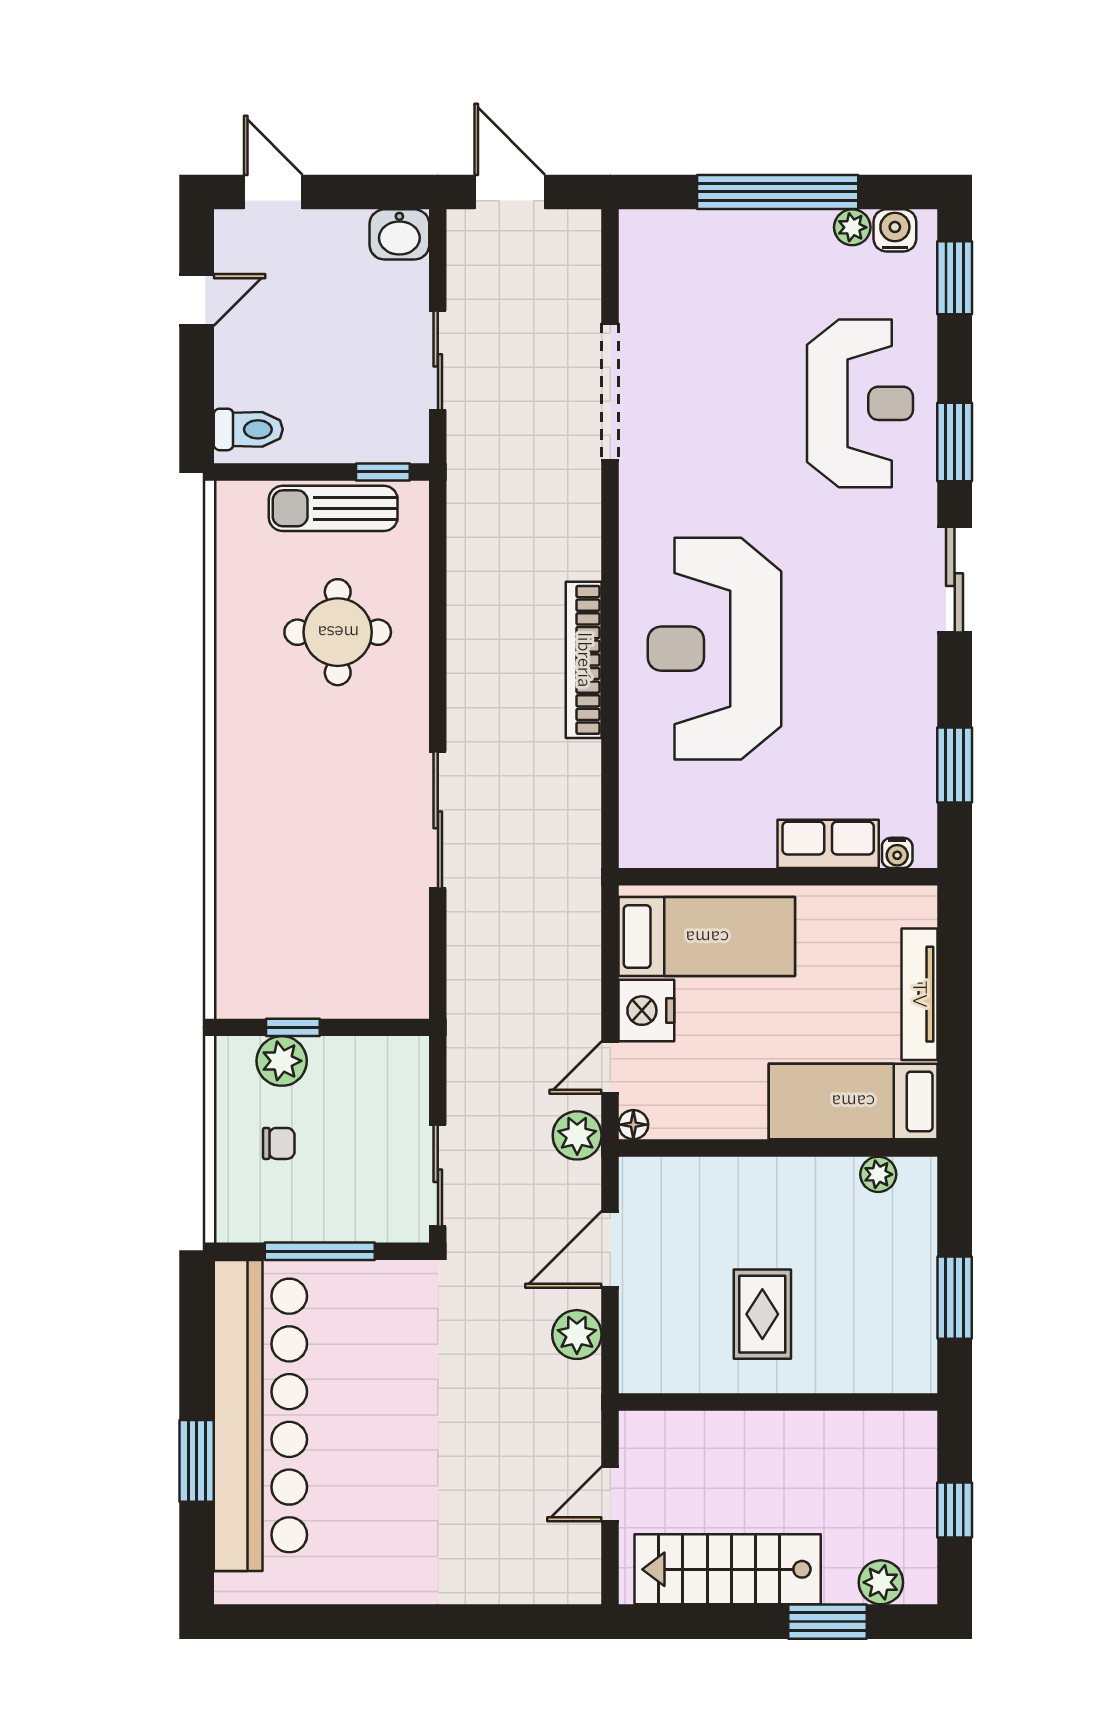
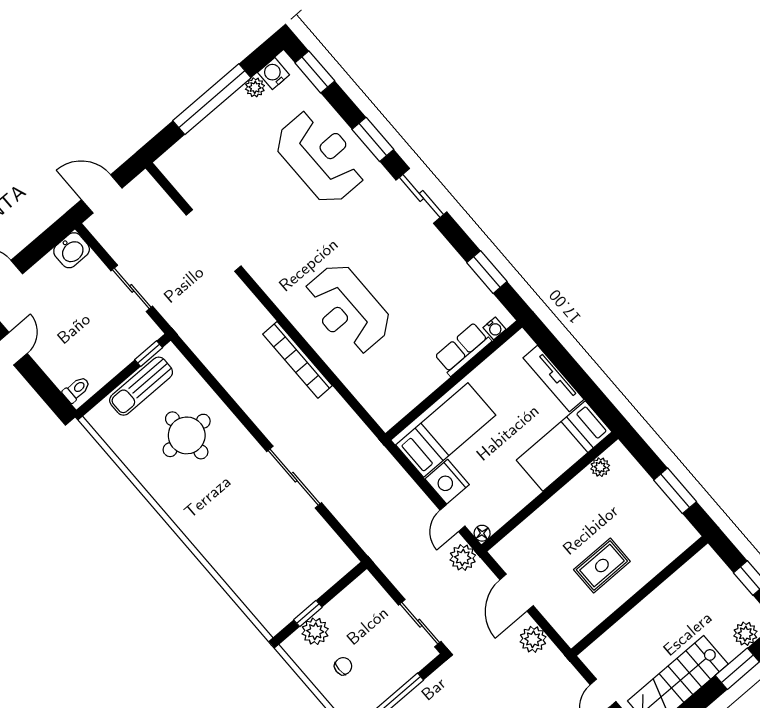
toilet: (248, 429) -> (76, 389), width x0.73, depth x0.72
reception desk: (714, 649) -> (347, 309), width x0.74, depth x0.77
rug: (762, 1314) -> (602, 565), turned 90

